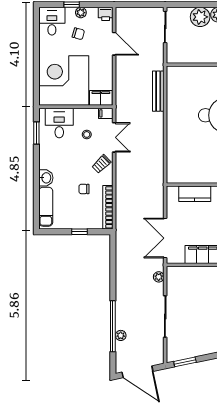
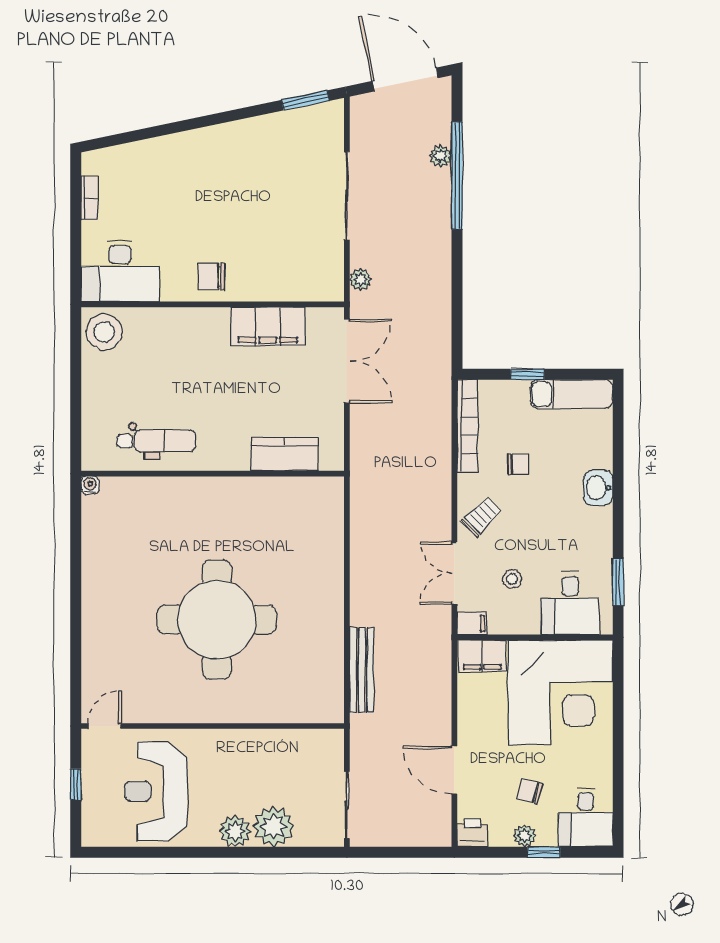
exam couch: (46, 207) -> (571, 394), moved, turned -90

